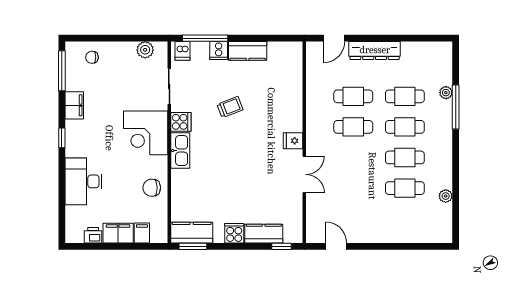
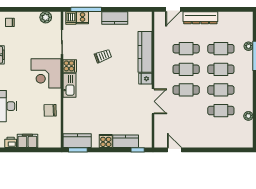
cooker: (219, 50) -> (83, 18), moved
kitchen counter: (292, 101) -> (145, 52), added
cafe table: (353, 157) -> (186, 90), added
filing cabinet: (142, 233) -> (44, 141), removed

